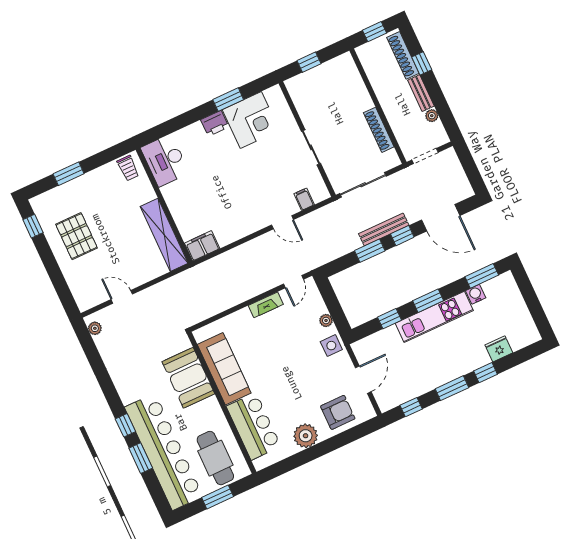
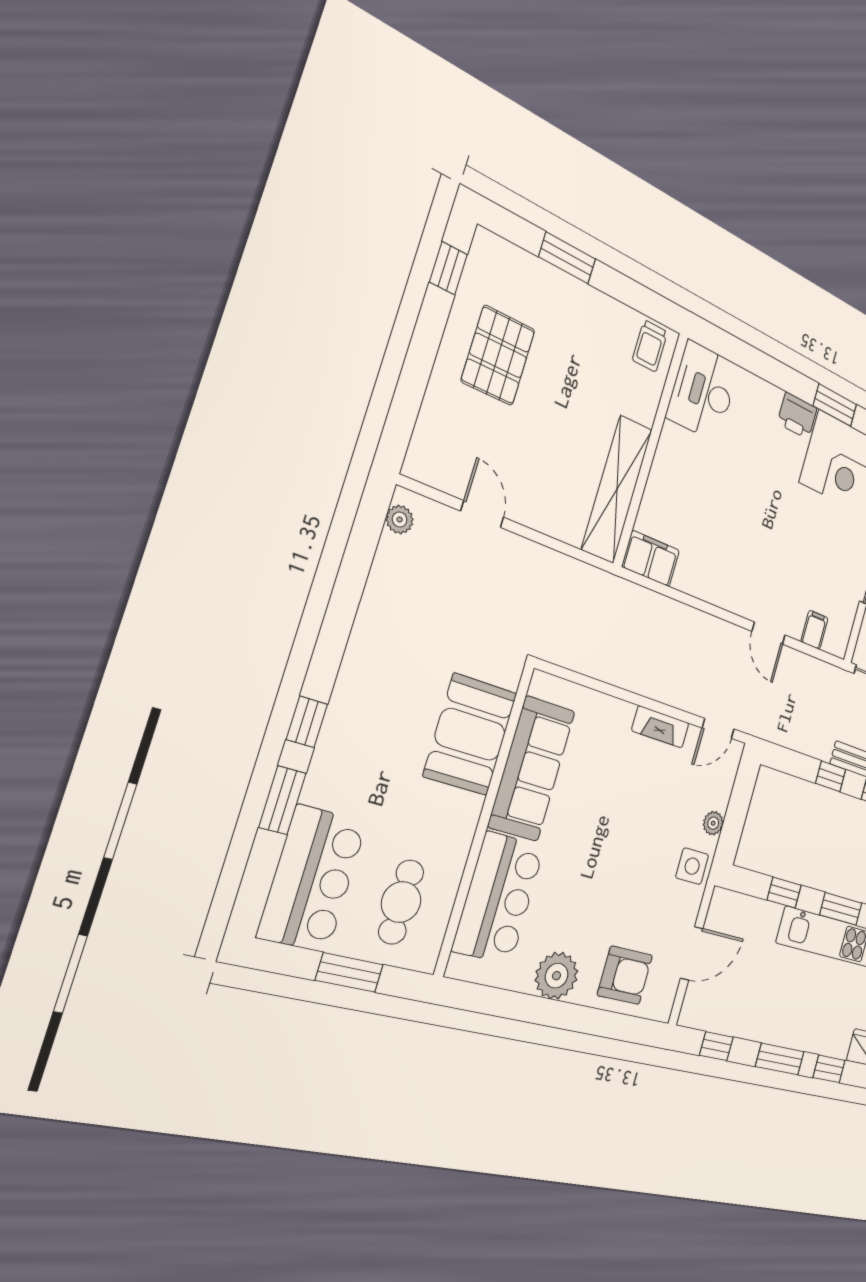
window: (370, 251) -> (831, 776), width x0.67
bar counter: (164, 452) -> (312, 879), width x0.54
cafe table: (215, 458) -> (401, 902), width x0.73, depth x0.74

